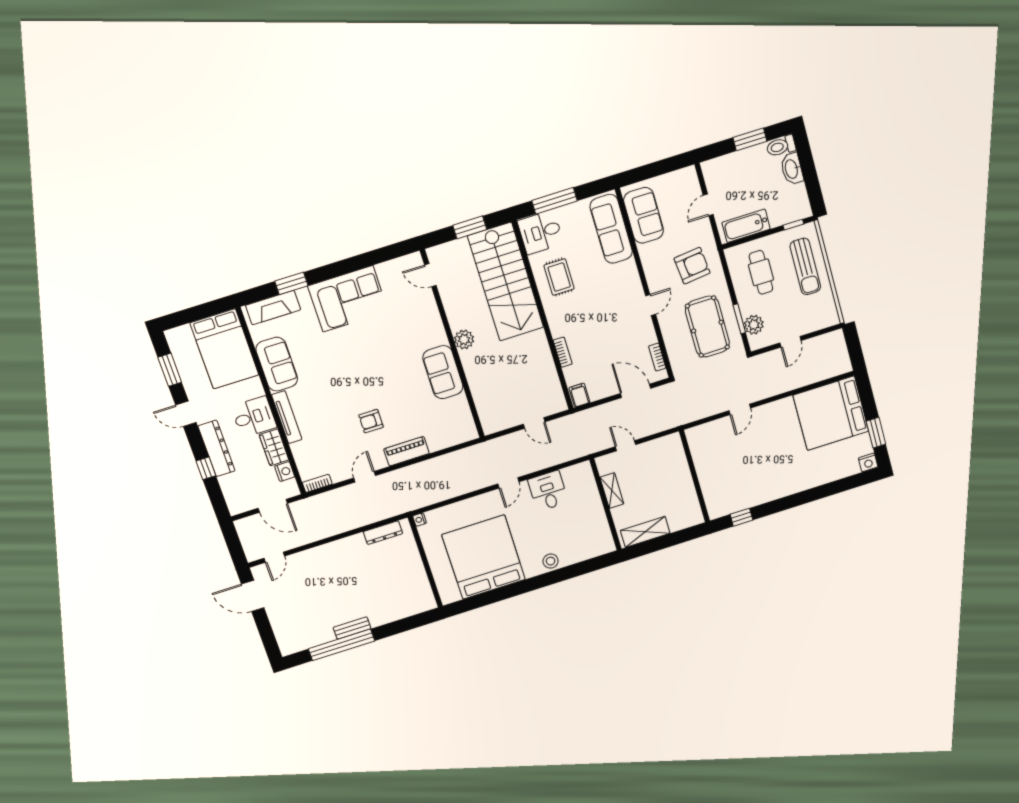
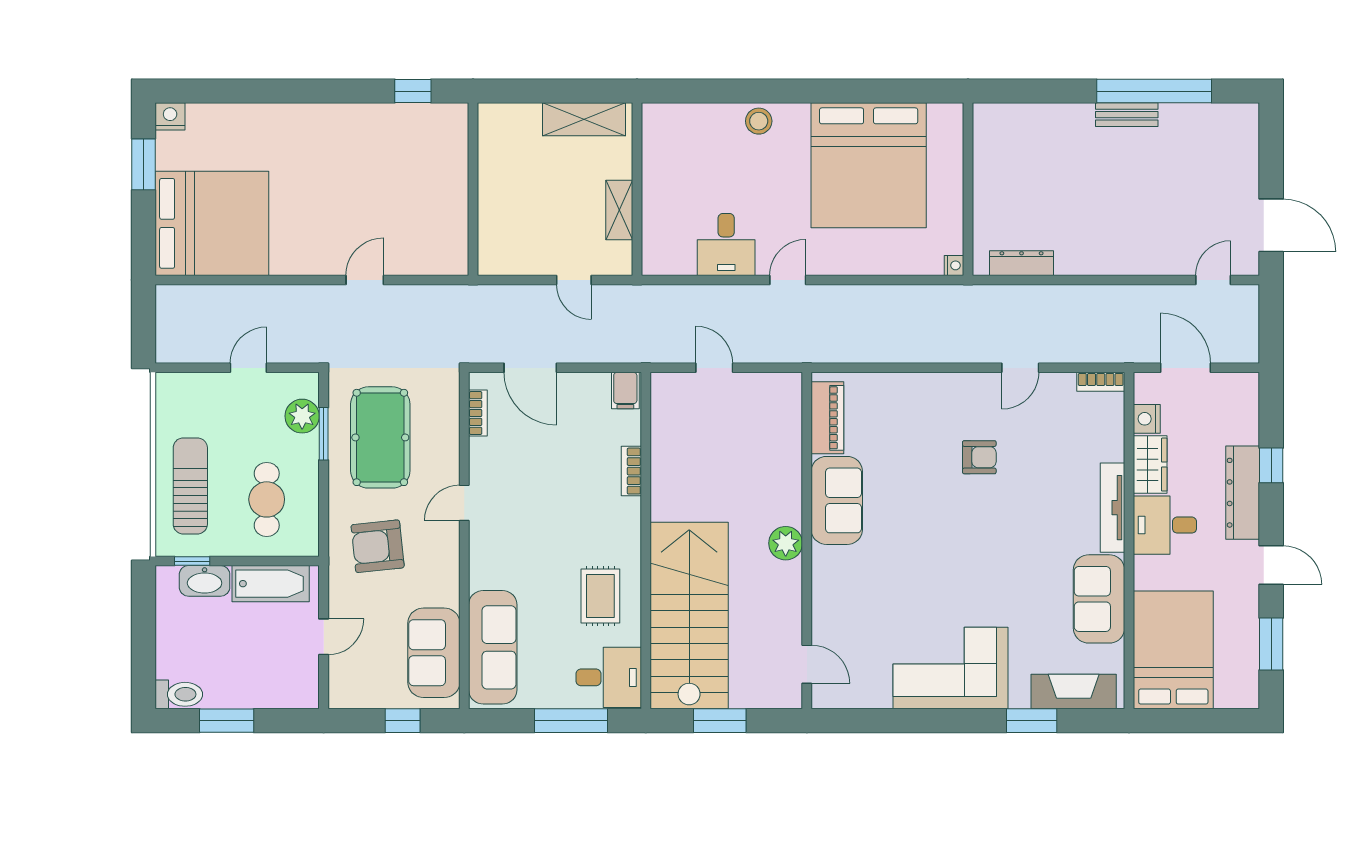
washbasin: (792, 169) -> (205, 581), moved, turned 90
window: (650, 171) -> (403, 721), added
piano: (406, 451) -> (827, 418), moved, turned -90

